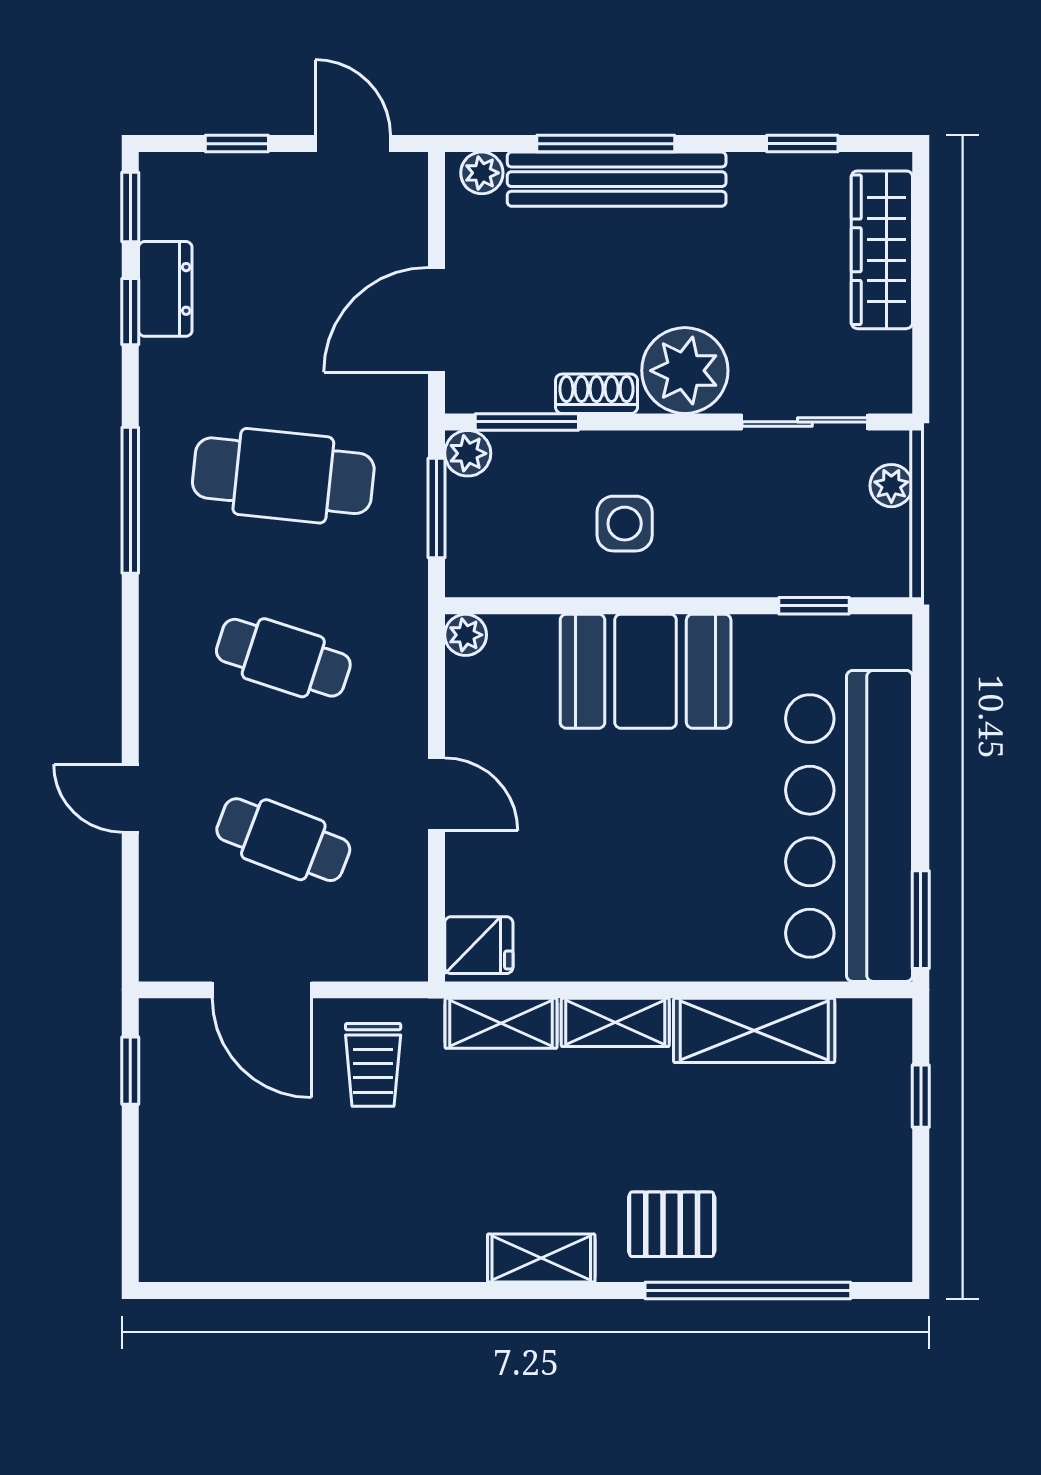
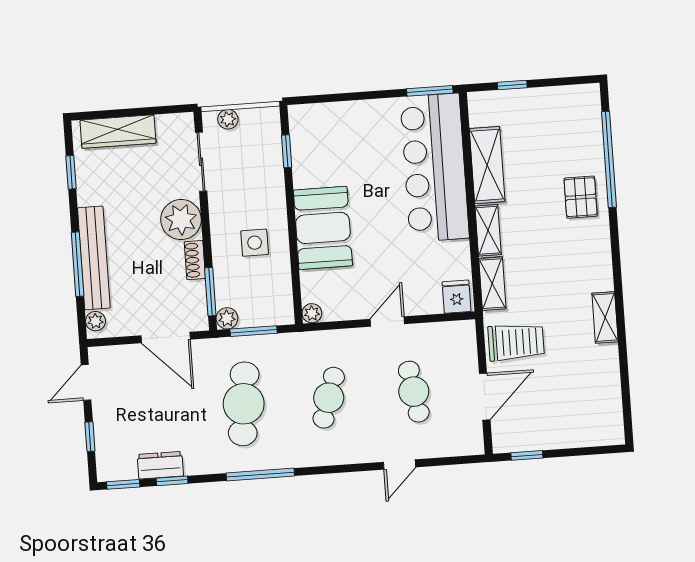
bar counter: (849, 826) -> (435, 168), moved, turned 90
cafe table: (283, 840) -> (414, 392), turned -30
trolley: (373, 1065) -> (516, 342), width x1.36, depth x1.39
shelving: (541, 1258) -> (605, 317), moved

